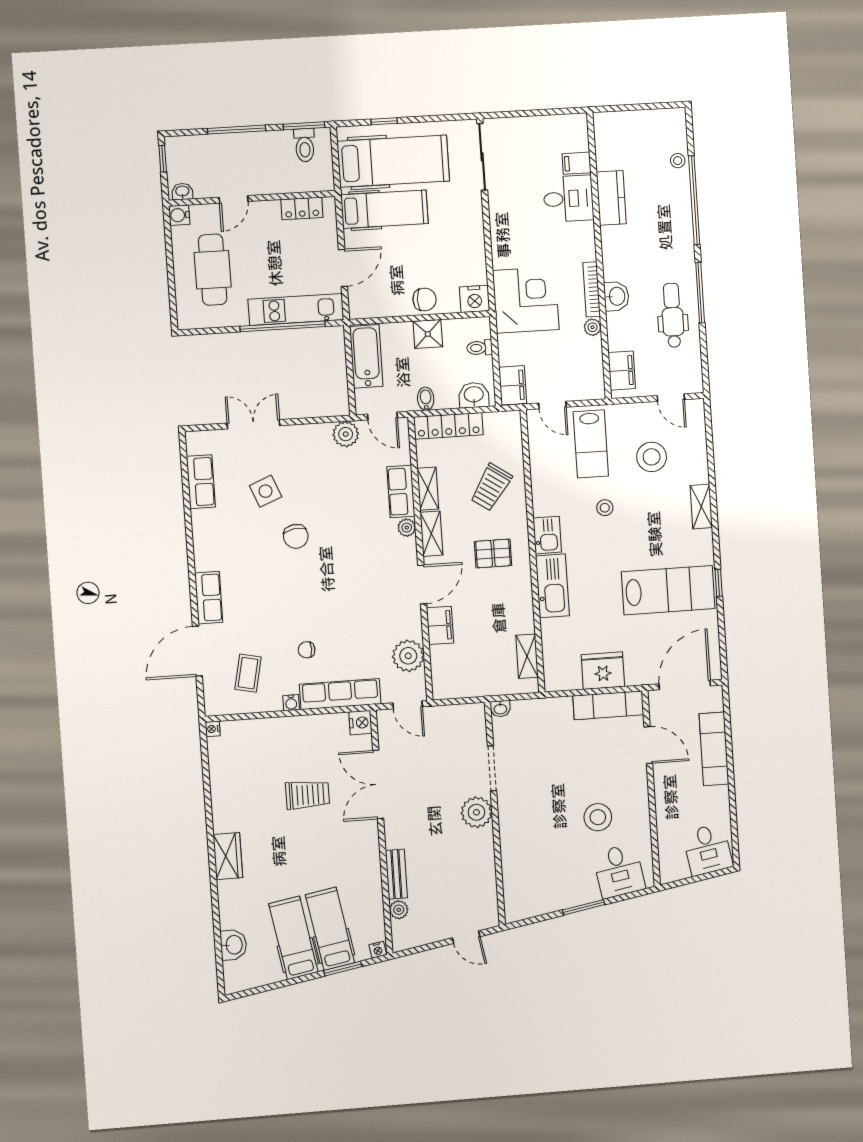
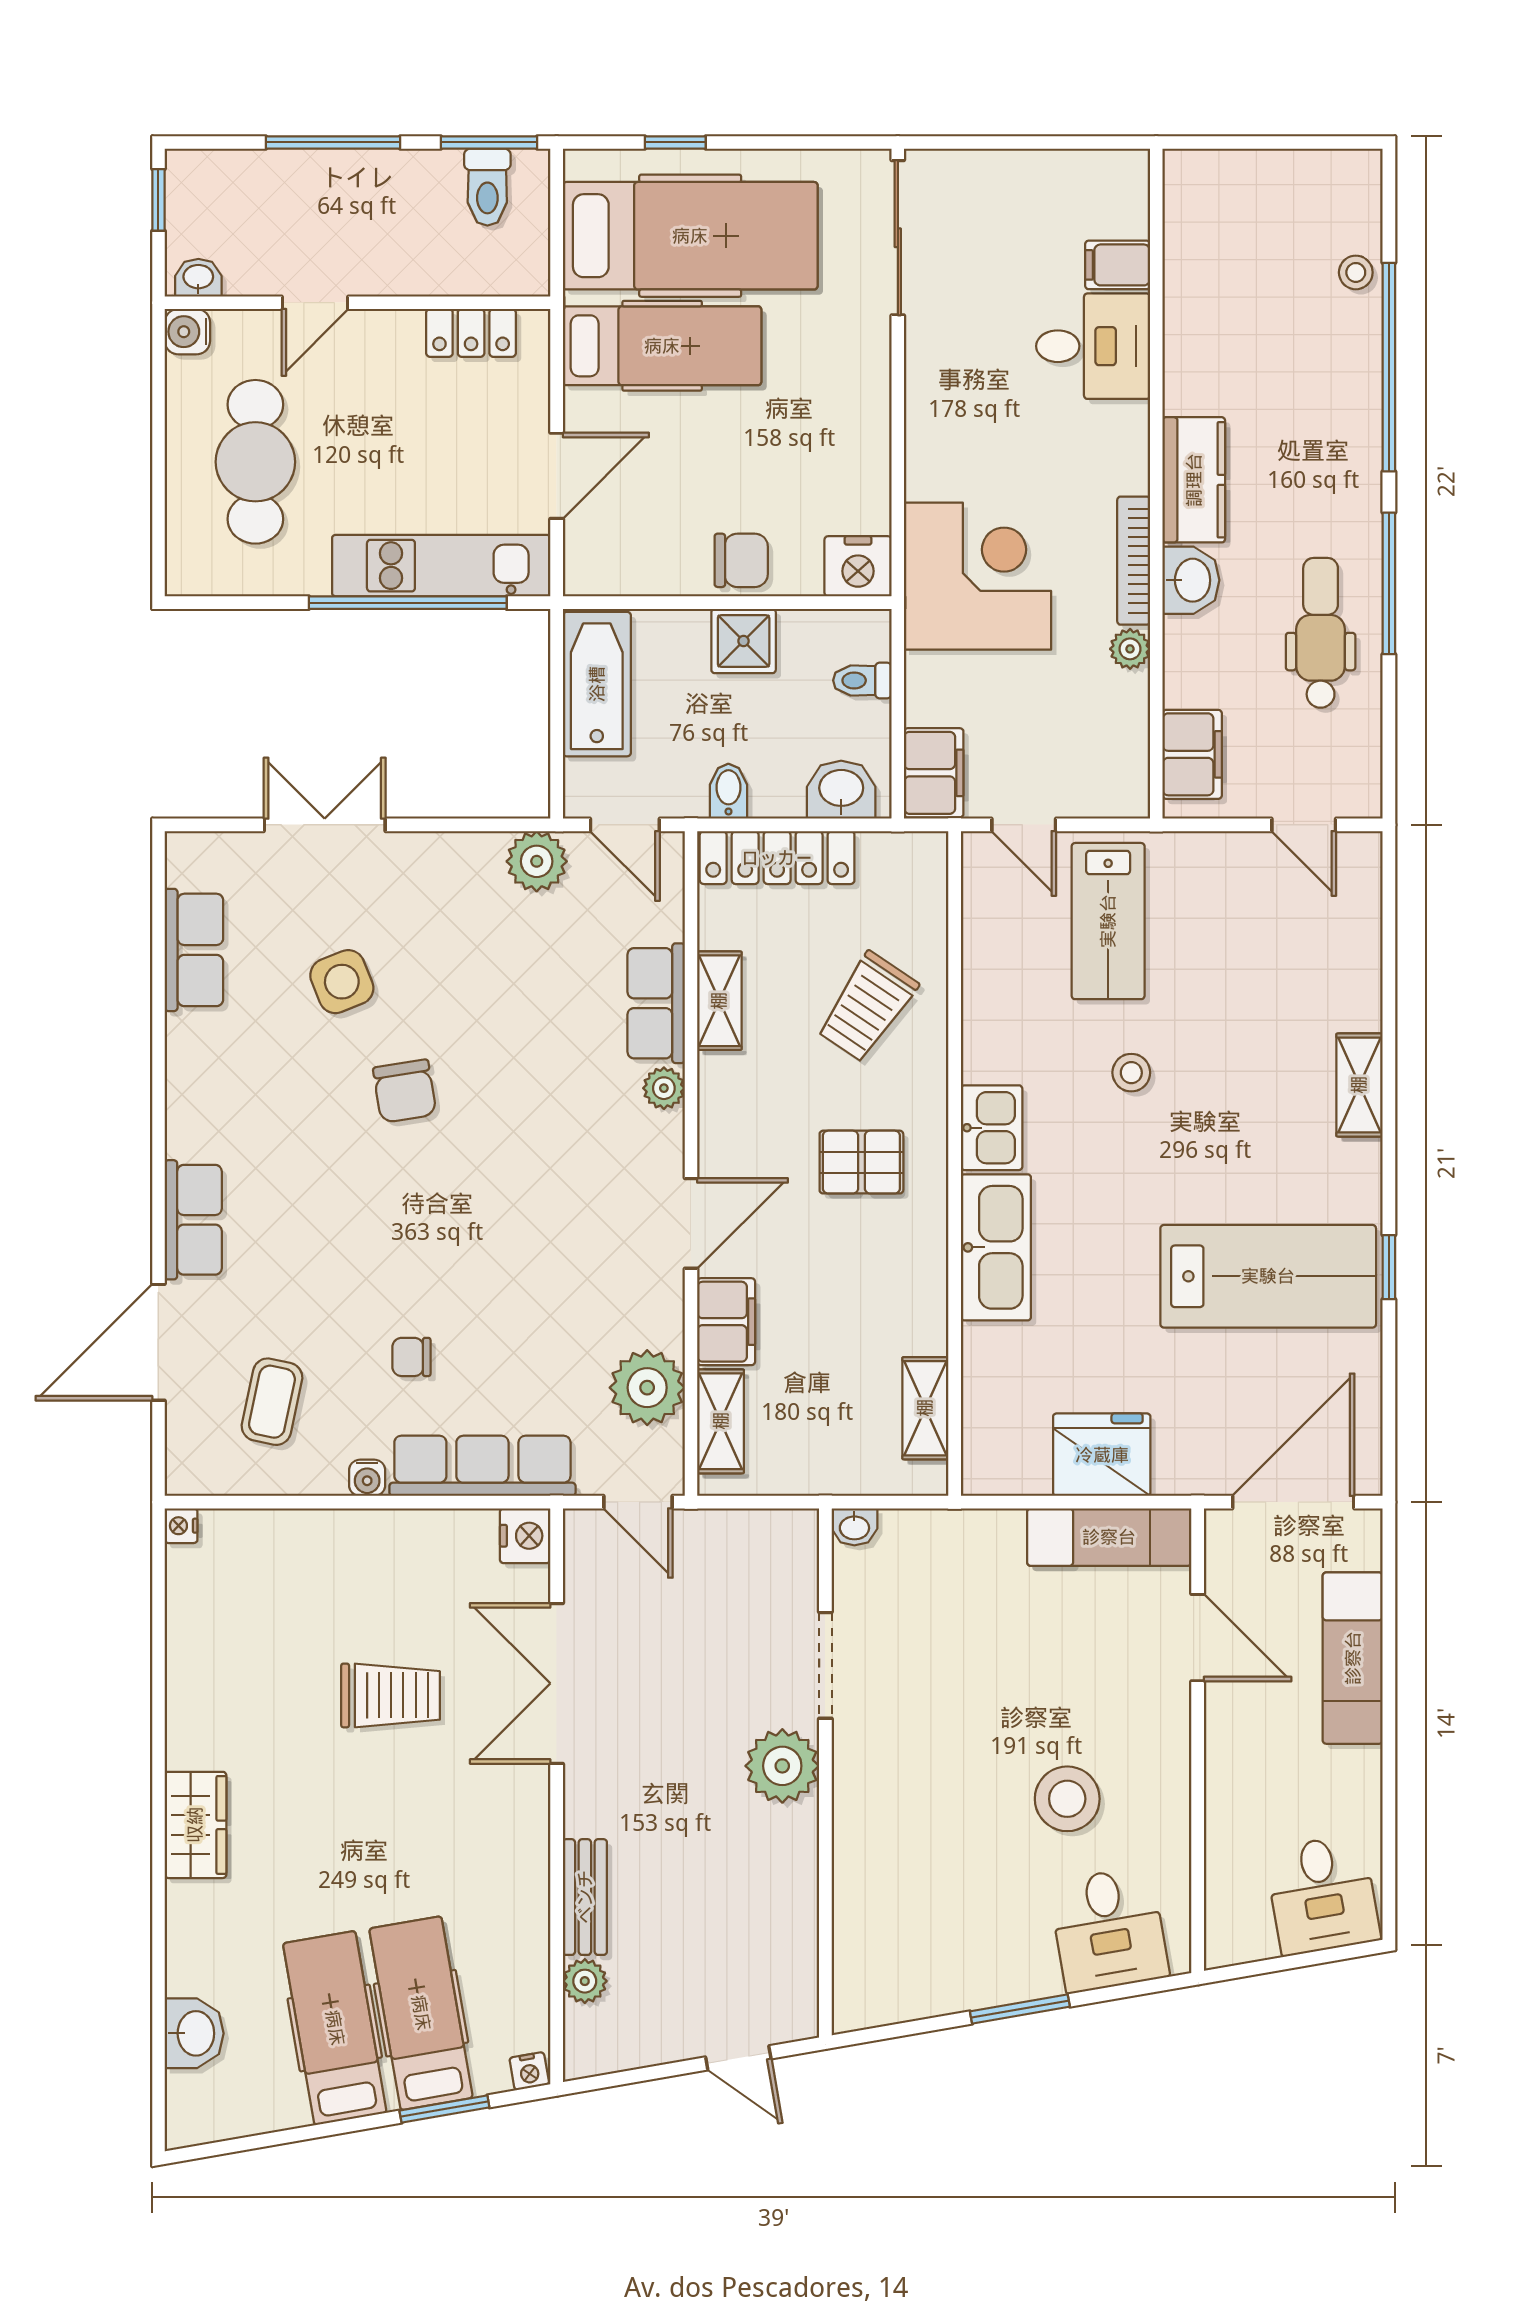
kitchen counter: (611, 198) -> (1194, 480), moved
stool: (652, 457) -> (1249, 961), removed
shelving: (431, 534) -> (721, 1421), moved

